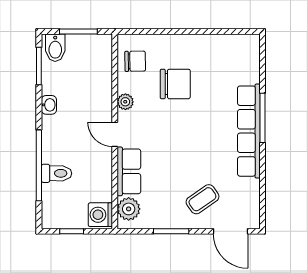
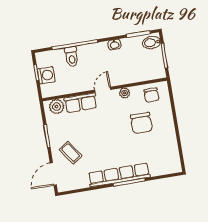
washing machine: (100, 215) -> (46, 75), moved, turned 90

